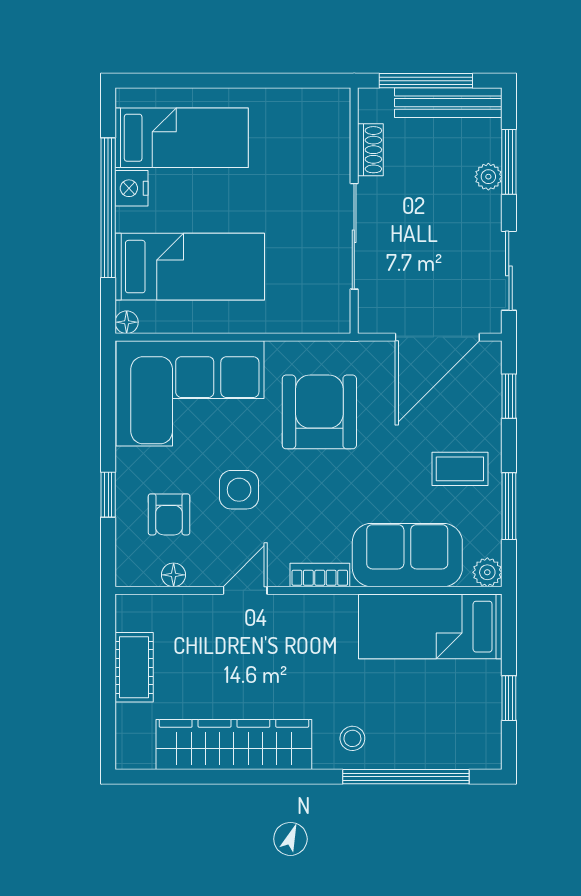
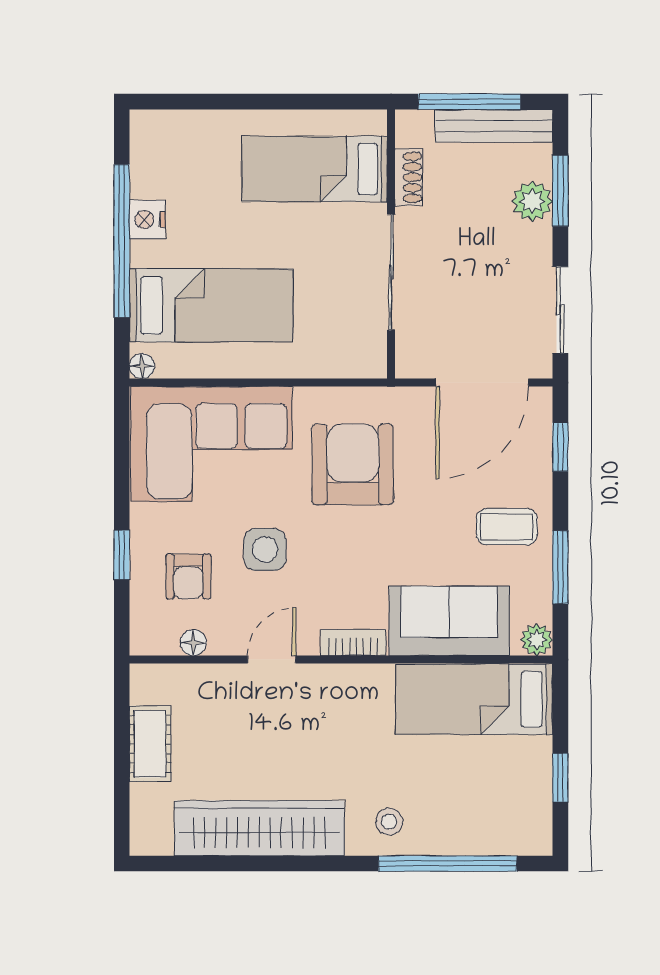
bed: (182, 138) -> (314, 169), moved, turned 180
plant: (488, 177) -> (532, 201), width x1.38, depth x1.38

